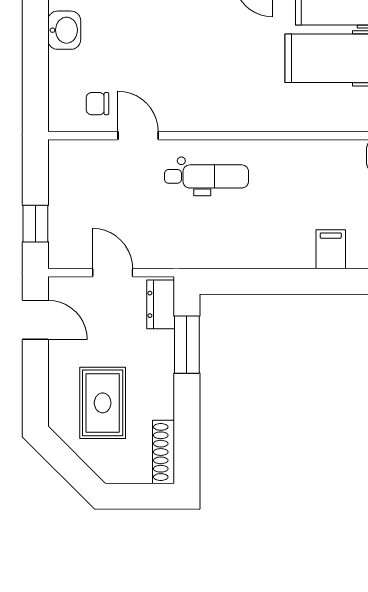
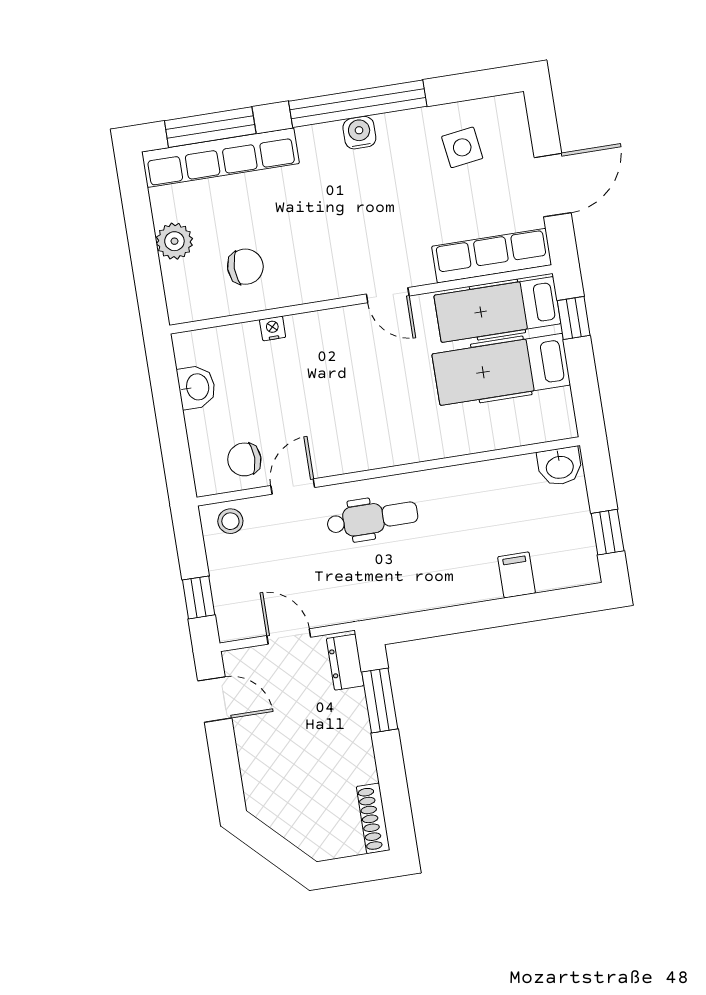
chair: (98, 104) -> (244, 459), width x1.37, depth x1.37
door: (138, 136) -> (293, 487), hinge flipped
stool: (76, 158) -> (230, 521), added
rug: (103, 403) -> (300, 776), removed

